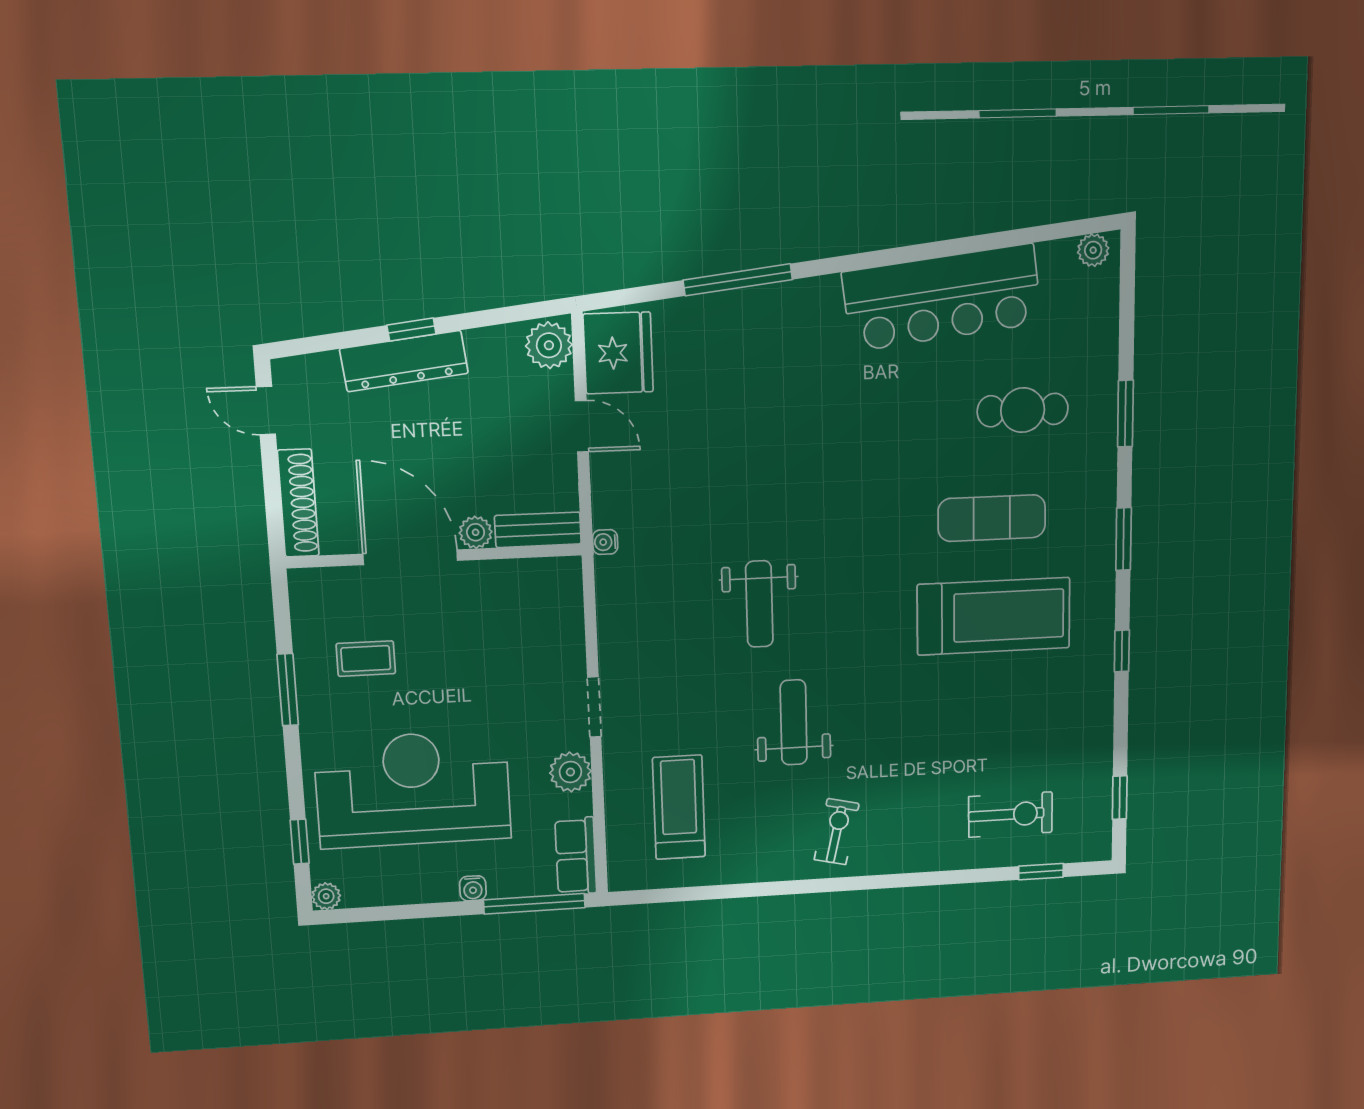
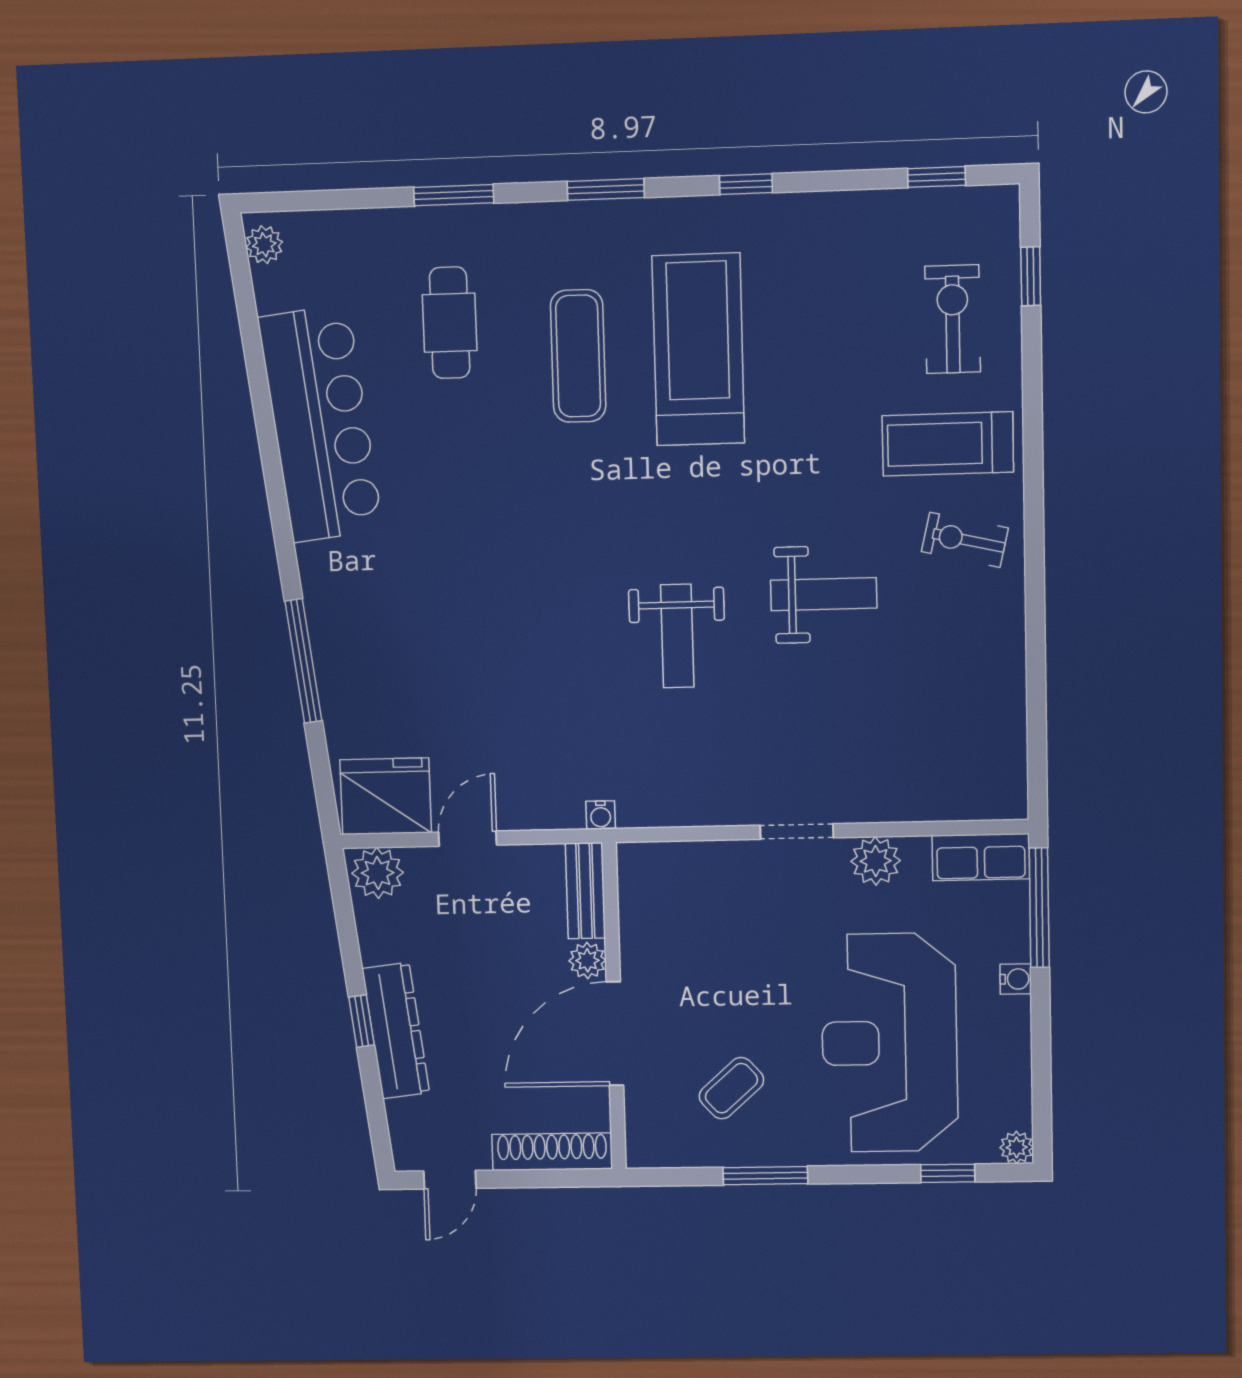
weight bench: (759, 604) -> (677, 636), turned 90
coffee table: (366, 659) -> (731, 1088), turned 48
weight bench: (794, 722) -> (824, 594), turned 180
treadmill: (679, 807) -> (948, 444), moved

